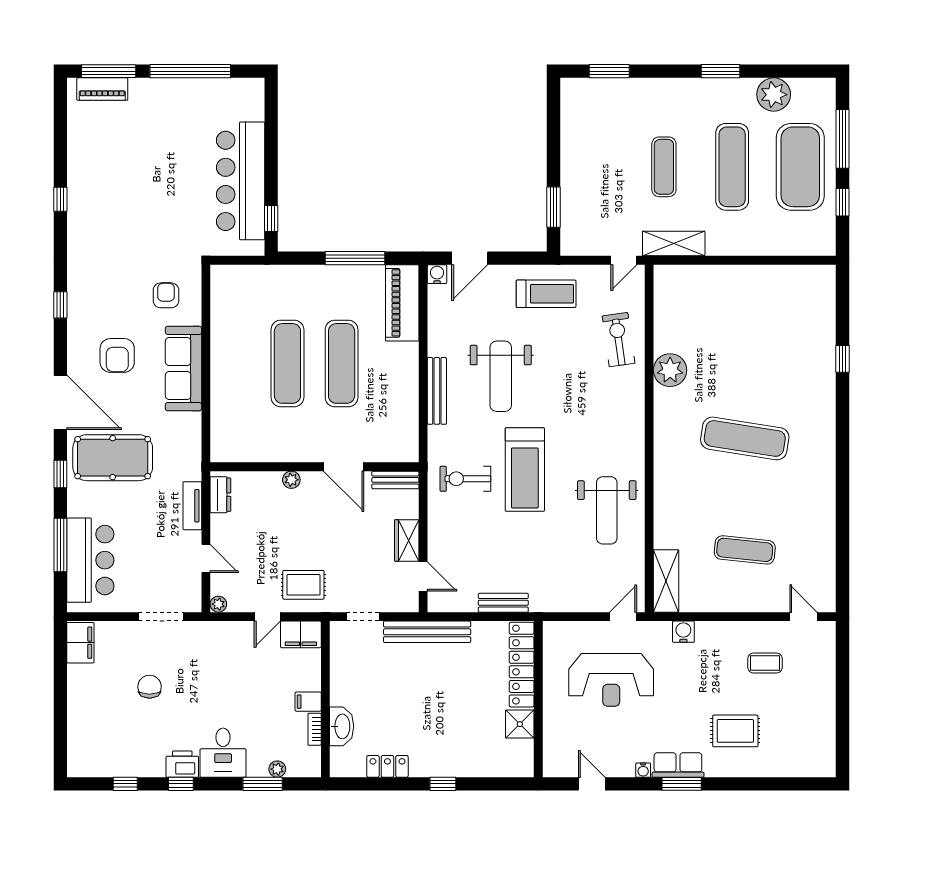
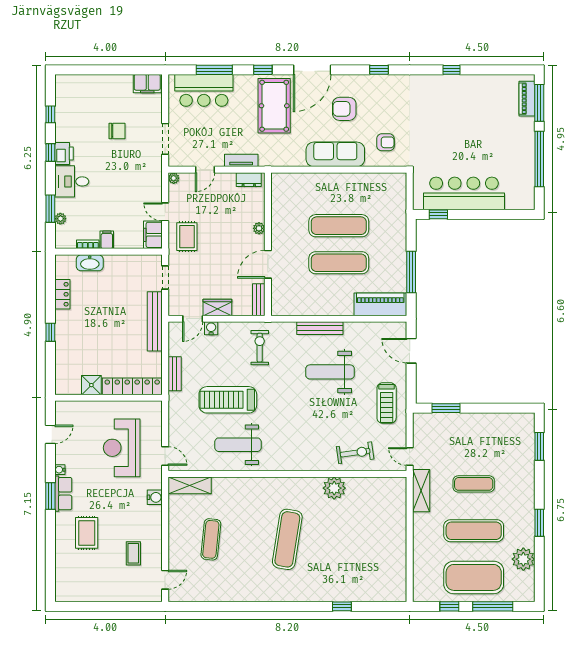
water cooler: (437, 274) -> (211, 328), moved, turned -90
treadmill: (525, 470) -> (228, 400), moved

